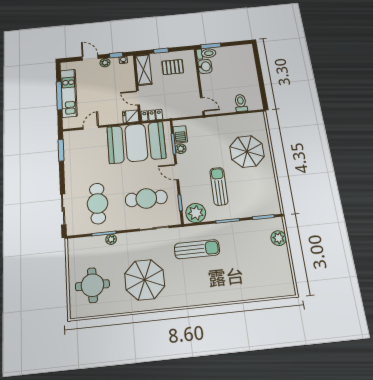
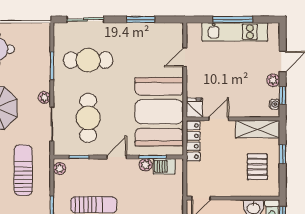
locker: (152, 115) -> (193, 141), width x1.53
door: (91, 128) -> (185, 57), swing flipped
window: (61, 150) -> (141, 19), moved
plant: (196, 213) -> (60, 168), width x0.53, depth x0.53
plant: (111, 239) -> (44, 97), moved
sun lounger: (197, 249) -> (23, 170), turned 180

